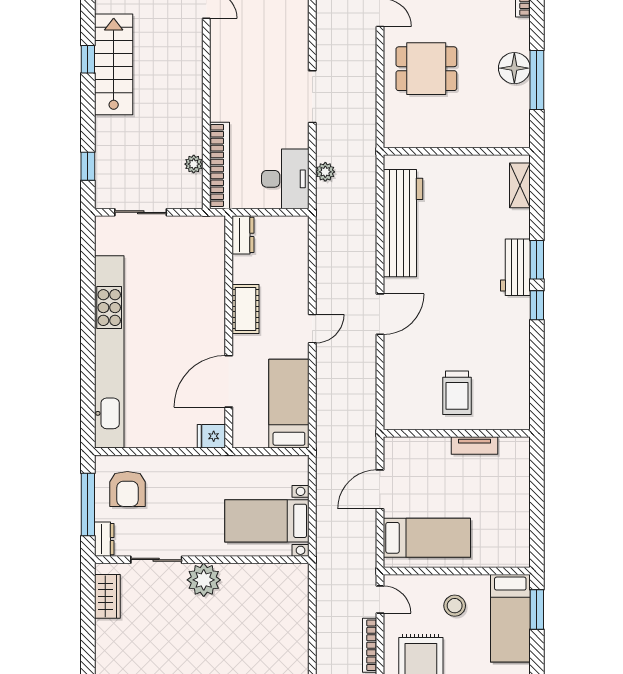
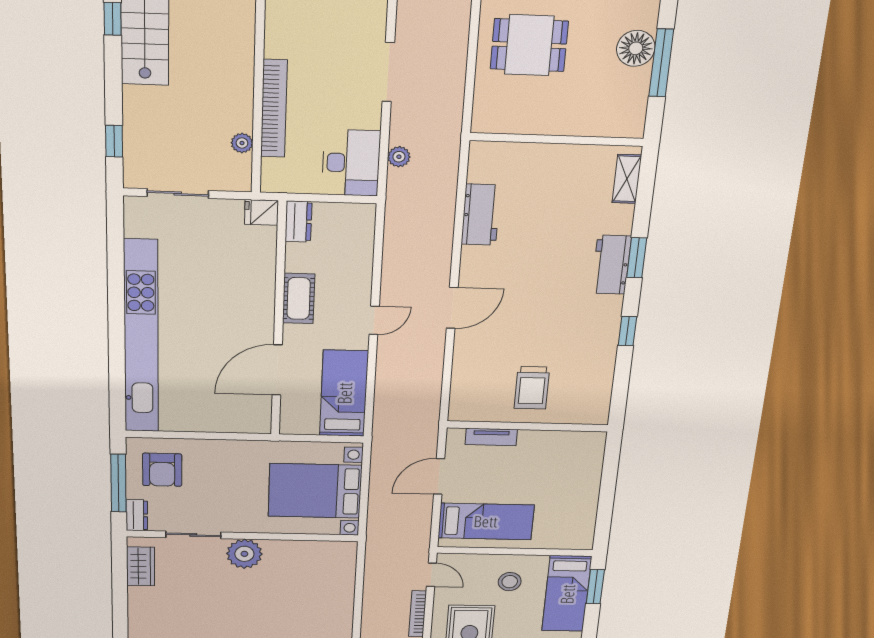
bookcase: (220, 165) -> (274, 109), moved
workbench: (403, 223) -> (481, 215), width x0.53, depth x0.76
window: (537, 305) -> (627, 331), moved
fridge: (211, 436) -> (261, 212), moved
tv unit: (475, 446) -> (491, 437), moved
bed with nightstands: (267, 521) -> (315, 491), width x1.36

